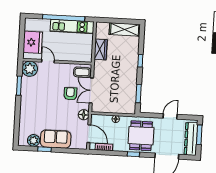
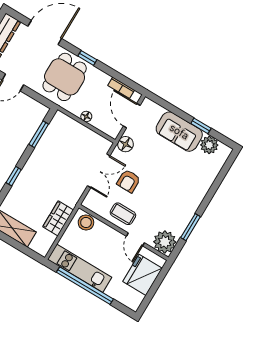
stool: (83, 56) -> (86, 223), added
coffee table: (82, 72) -> (123, 214), moved

